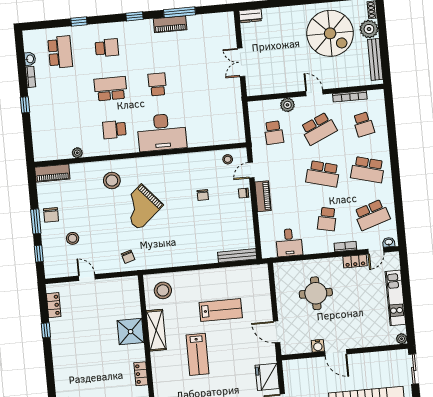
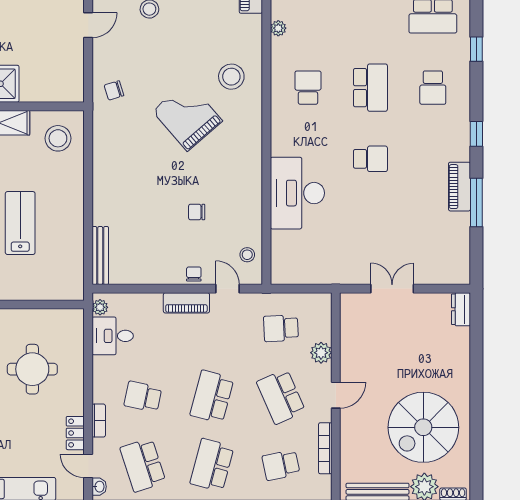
desk: (162, 132) -> (297, 193), moved
plant: (271, 253) -> (100, 307), added
lab bench: (221, 310) -> (20, 223), turned 180

